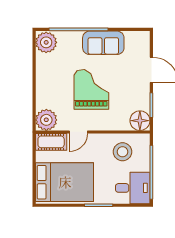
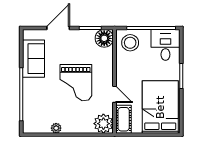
plant: (46, 42) -> (56, 128), moved, width x0.53, depth x0.53
sofa: (103, 43) -> (33, 59), moved
grand piano: (91, 89) -> (76, 83), turned -90
stool: (122, 152) -> (130, 43), moved

